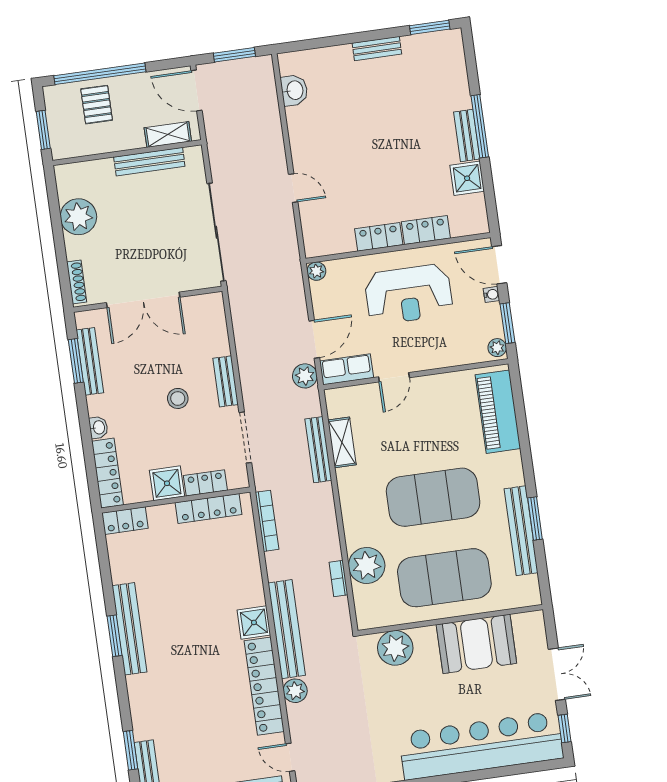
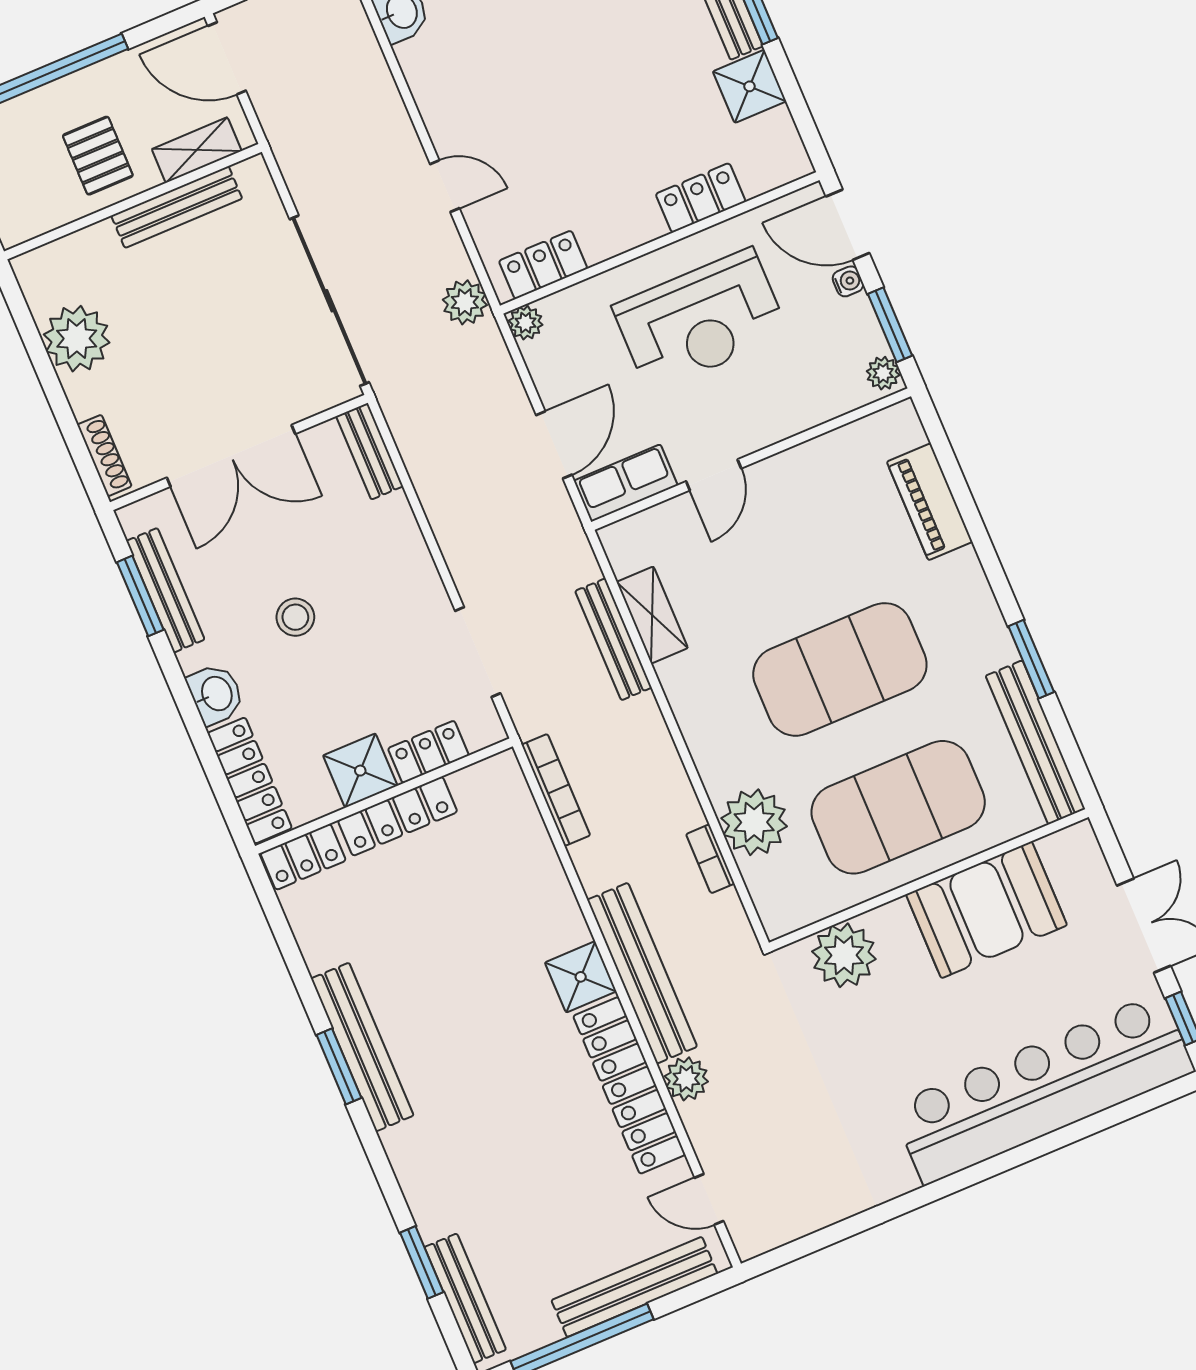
pallet: (97, 105) -> (98, 156), moved
locker: (379, 237) -> (543, 265), moved
plant: (305, 376) -> (465, 302), moved
bench: (226, 381) -> (370, 451), moved
stool: (178, 398) -> (295, 617), moved
piano: (498, 412) -> (930, 502), width x0.73, depth x0.75
washbasin: (98, 427) -> (216, 694), width x1.38, depth x1.45
locker: (209, 508) -> (398, 816), moved
bench: (521, 531) -> (1035, 742), moved

